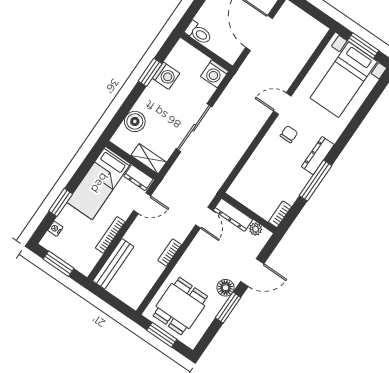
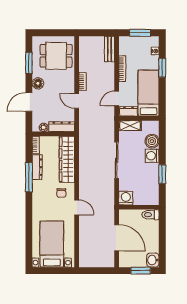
window: (363, 46) -> (54, 271), removed
washing machine: (166, 76) -> (152, 156), moved
door: (282, 104) -> (77, 207), hinge flipped
dresser: (318, 156) -> (37, 167), moved
wardrobe: (254, 171) -> (67, 159), added
door: (204, 218) -> (77, 101), moved
bench: (113, 264) -> (110, 49), width x0.73
dining table: (180, 306) -> (56, 56), turned 90
window: (228, 308) -> (29, 63), moved
window: (162, 335) -> (55, 33), removed

